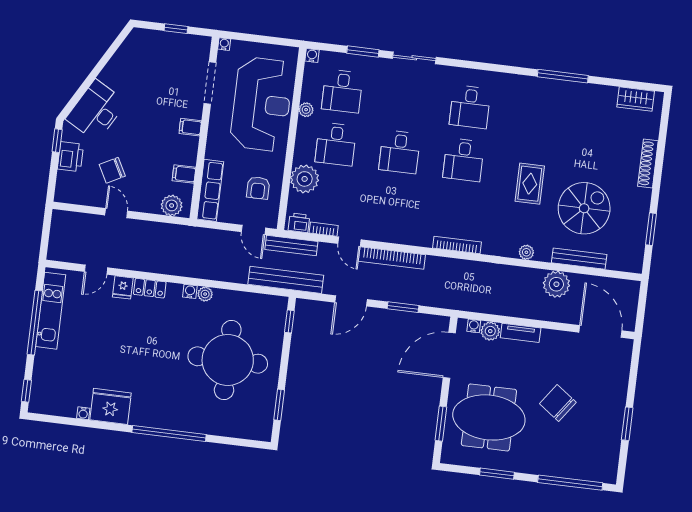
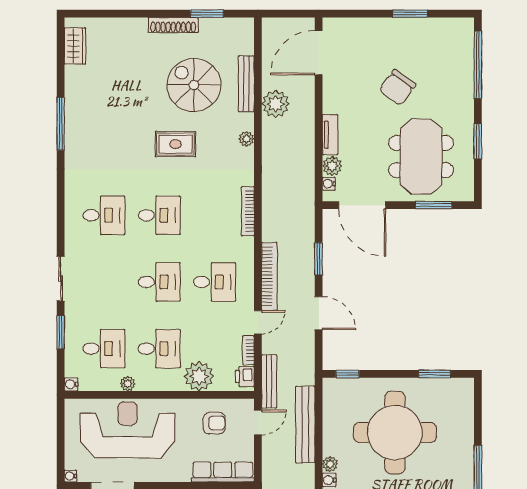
shoe rack: (648, 164) -> (173, 25), moved
desk: (393, 205) -> (215, 282), added
bench: (286, 280) -> (305, 425), moved

